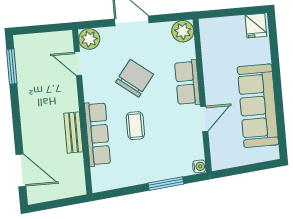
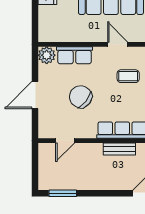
plant: (89, 39) -> (46, 130), removed
row of seats: (187, 83) -> (75, 55), moved
coffee table: (135, 126) -> (128, 76), moved

